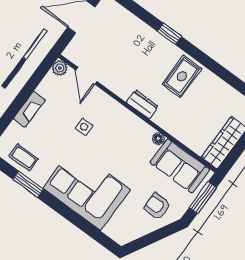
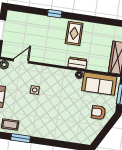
door: (86, 76) -> (21, 61), swing flipped
dresser: (142, 104) -> (77, 63), moved
corner sofa: (87, 189) -> (54, 124), removed

